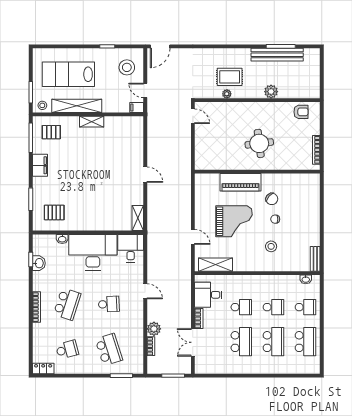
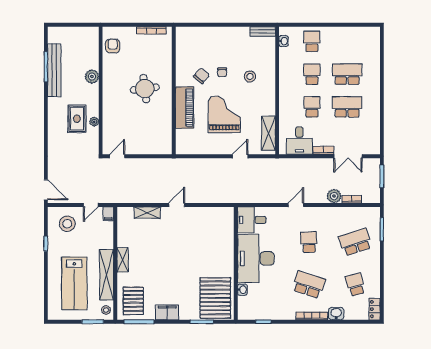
pallet: (51, 132) -> (133, 301), width x1.50, depth x1.42
pallet: (54, 212) -> (215, 298), width x2.05, depth x2.00
shelving: (138, 218) -> (147, 213), moved
washbasin: (39, 263) -> (336, 314), moved
school desk: (305, 342) -> (347, 41), removed

